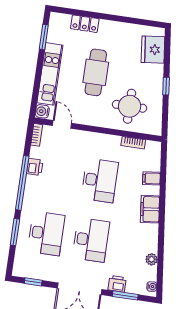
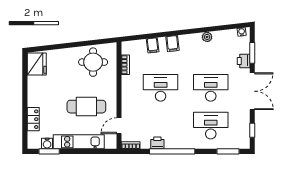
fridge: (153, 50) -> (37, 64), moved, turned -83
cafe table: (96, 72) -> (86, 107), moved
window: (166, 86) -> (75, 45), removed
round table: (130, 106) -> (93, 62), moved
water cooler: (42, 111) -> (47, 144), moved
filing cabinet: (150, 209) -> (173, 44), width x0.50
window: (15, 232) -> (228, 151), moved
plant: (152, 259) -> (207, 37), moved

